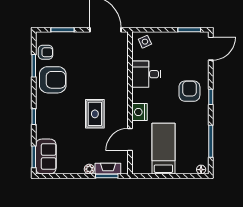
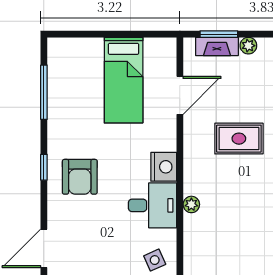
plant: (123, 75) -> (191, 204), added
nightstand: (140, 112) -> (164, 167), moved
rug: (95, 114) -> (239, 139), turned 90
floor lamp: (201, 170) -> (60, 45), removed

